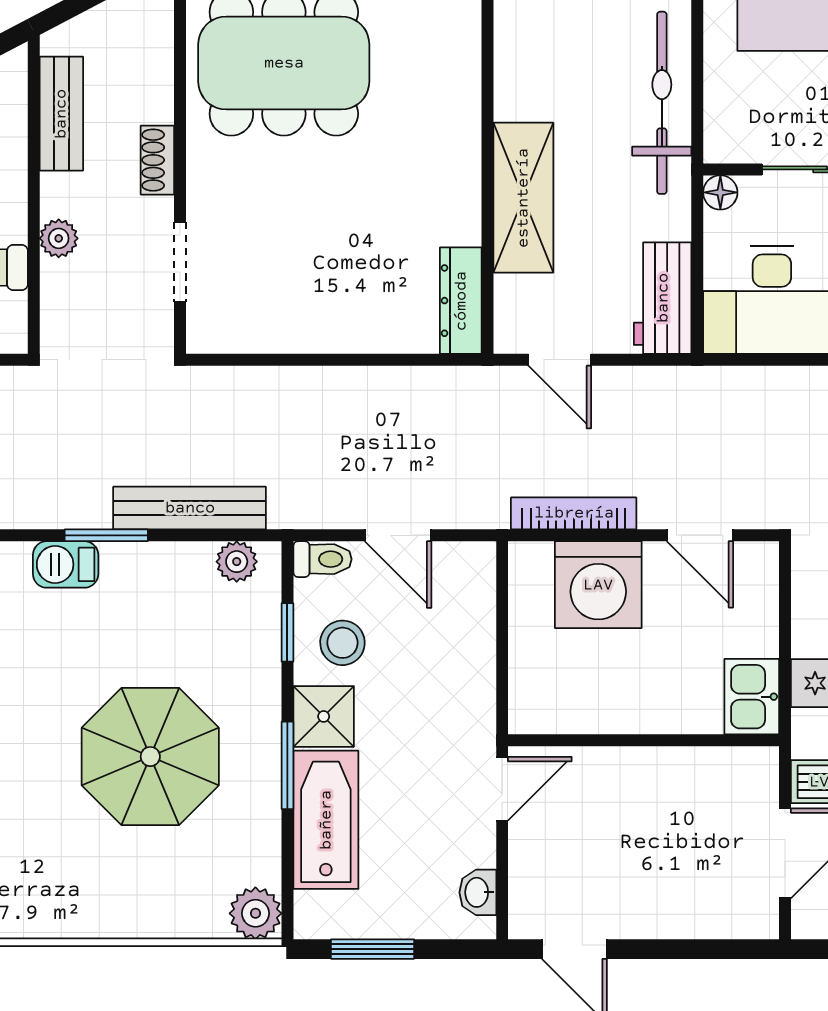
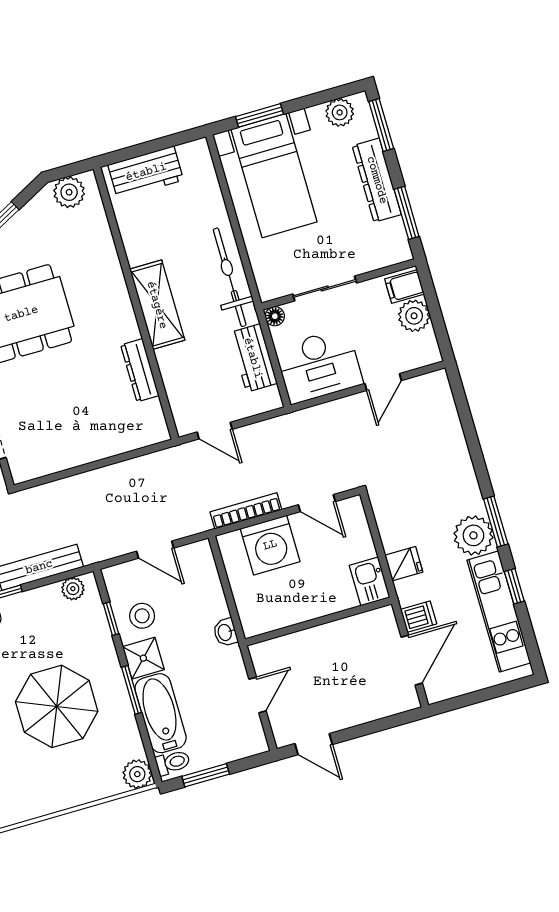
shelving: (523, 198) -> (157, 305), moved
workbench: (663, 298) -> (253, 358), moved
dresser: (461, 301) -> (140, 370), moved
toilet: (322, 559) -> (173, 762), moved
door: (502, 789) -> (258, 695), moved
washbasin: (478, 892) -> (225, 632), moved

